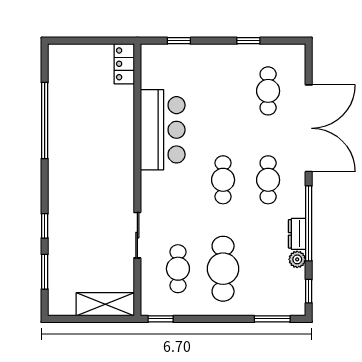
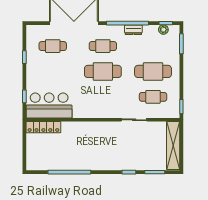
locker: (124, 64) -> (43, 127), width x1.53
bar counter: (163, 130) -> (49, 105), moved
cafe table: (223, 180) -> (103, 71), width x1.37, depth x1.35
plant: (297, 259) -> (163, 30), moved
shelving: (105, 304) -> (173, 145), width x1.47

